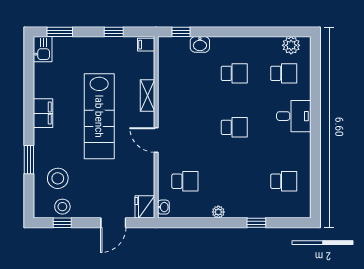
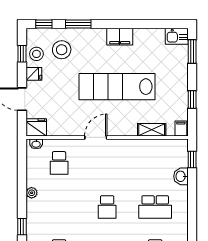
school desk: (234, 73) -> (155, 207), width x1.85
shelving: (148, 96) -> (152, 130), moved
window: (29, 198) -> (44, 24), added
fridge: (85, 209) -> (34, 74), added

